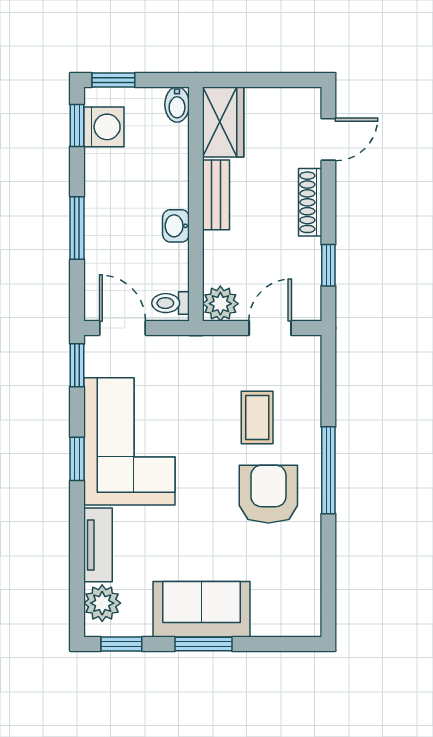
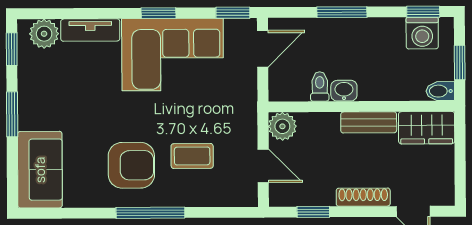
window: (113, 80) -> (460, 62), moved
toilet: (171, 303) -> (320, 87), moved
sofa: (202, 609) -> (40, 170), moved

